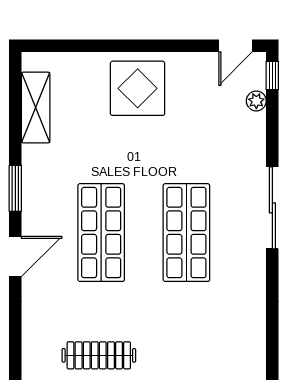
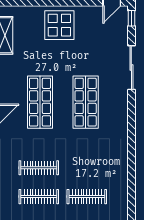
plant: (256, 101) -> (123, 32), removed
sliding door: (272, 208) -> (131, 68), moved

